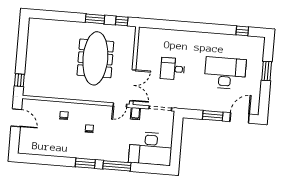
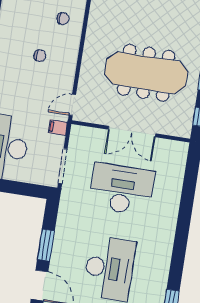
desk: (173, 69) -> (122, 189), width x1.87, depth x1.30
double door: (133, 85) -> (132, 132), moved
door: (120, 105) -> (72, 105), hinge flipped

